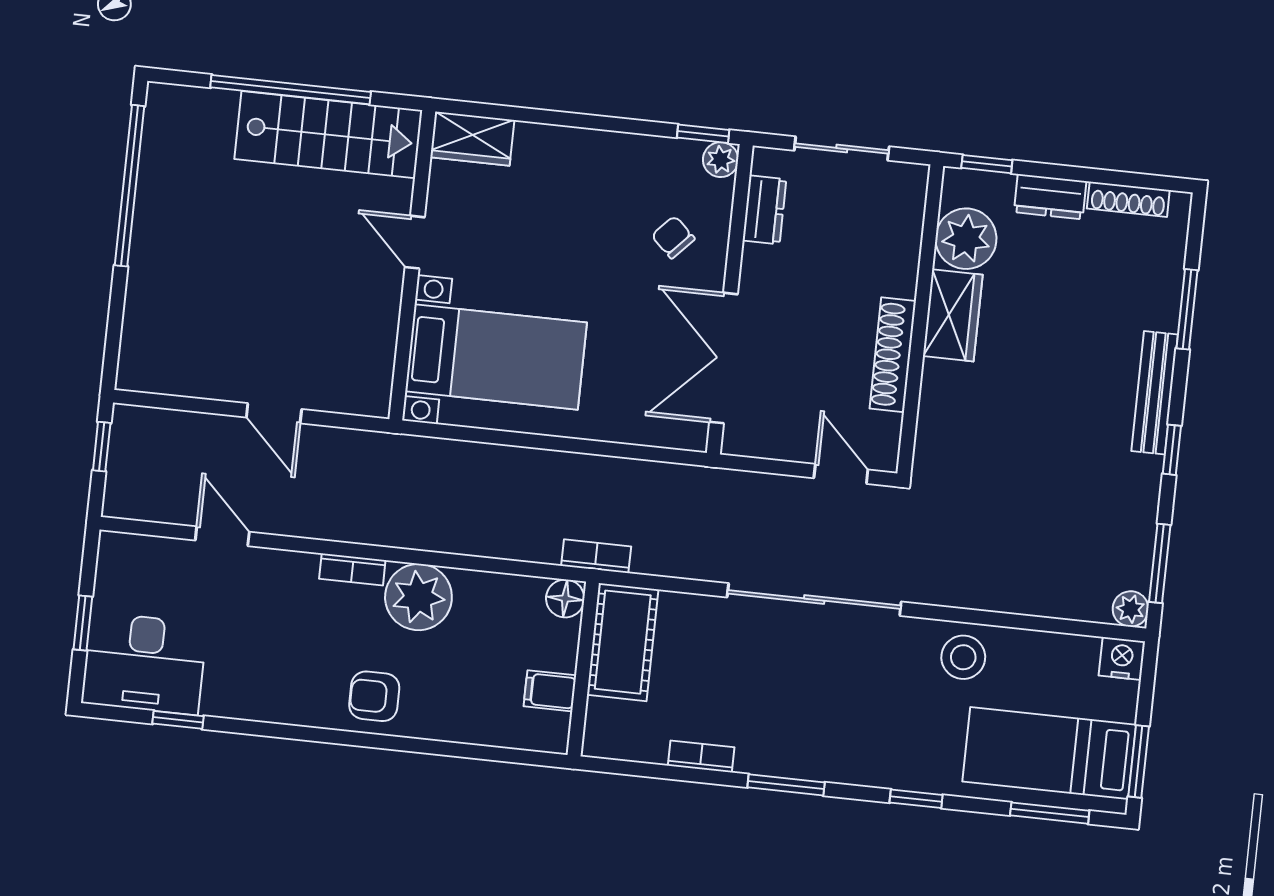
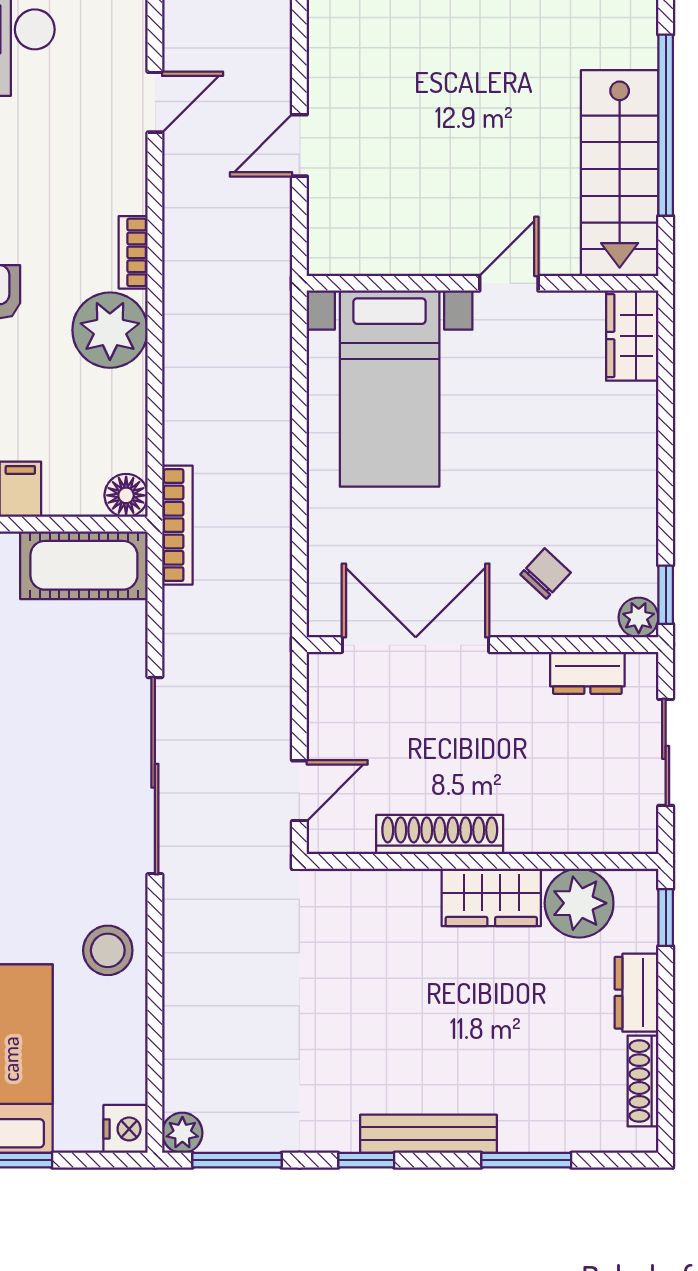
bookcase: (596, 556) -> (177, 525), width x1.56

